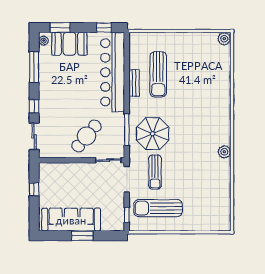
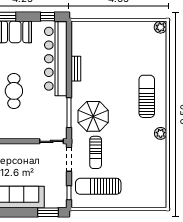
sun lounger: (158, 74) -> (147, 96), moved, turned 180
cafe table: (86, 136) -> (14, 91), moved, turned -40
window: (82, 236) -> (48, 212), moved

